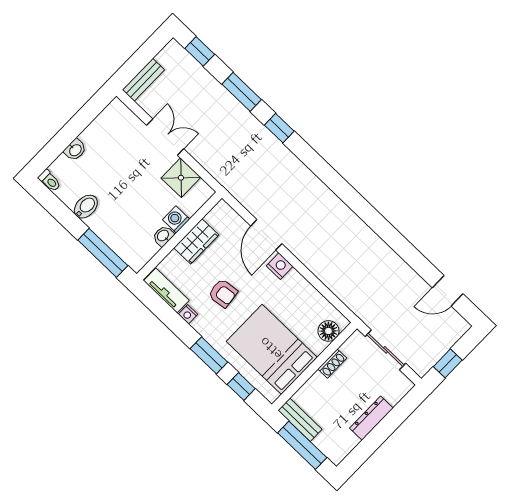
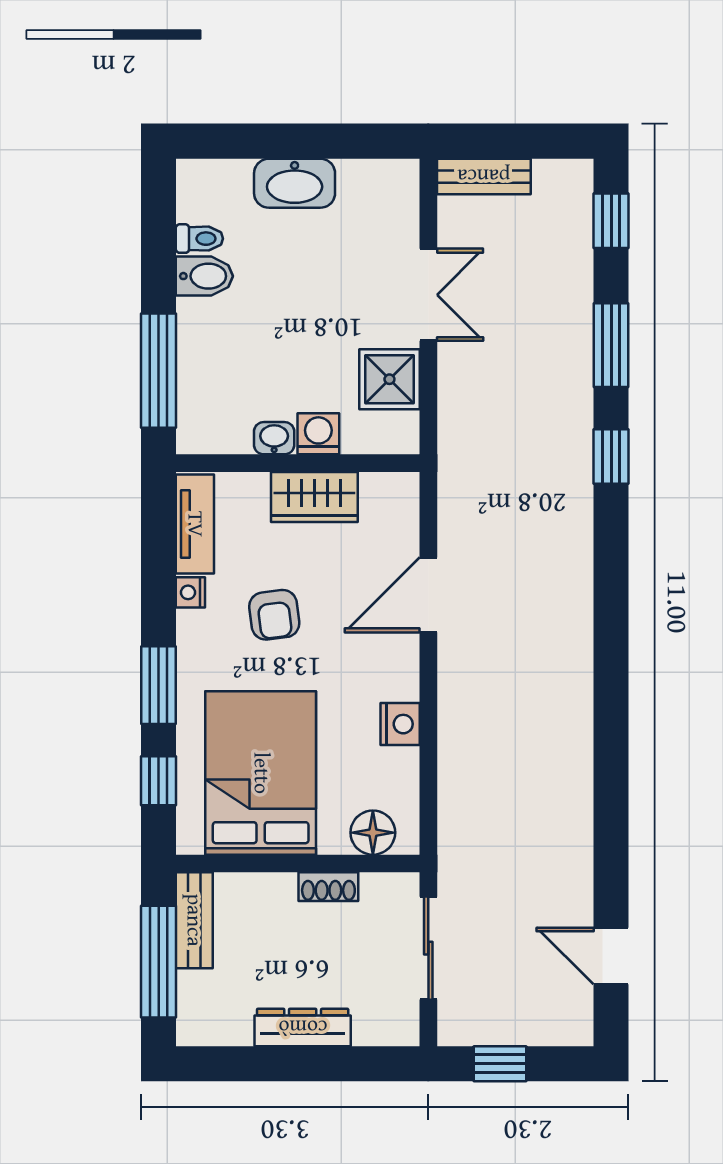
washbasin: (75, 150) -> (295, 183), width x1.91, depth x1.45
toilet: (50, 181) -> (199, 239), moved, turned -90
nightstand: (280, 266) -> (400, 724), moved

